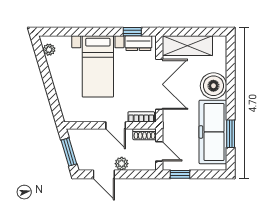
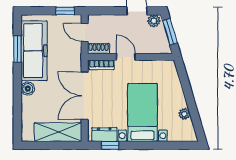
plant: (49, 50) -> (184, 114), moved
boiler: (213, 86) -> (28, 89), width x0.54, depth x0.54
plant: (122, 164) -> (154, 21), moved

